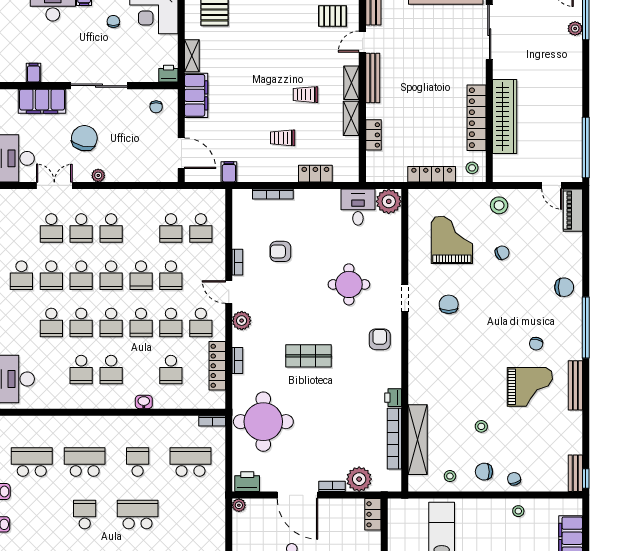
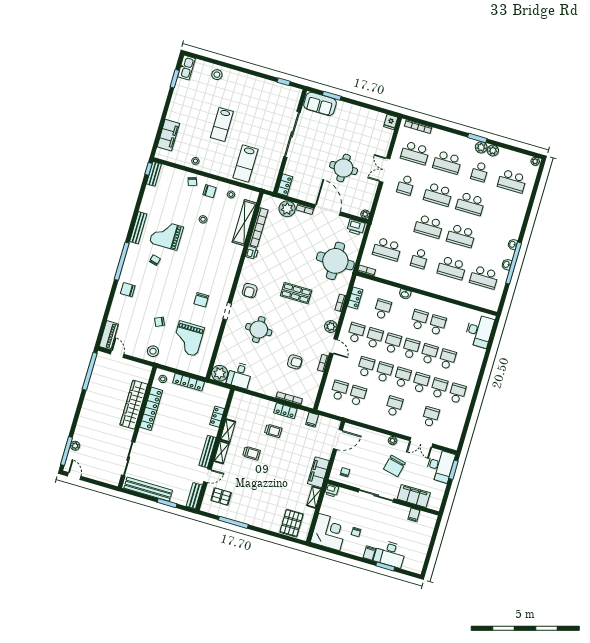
door: (181, 153) -> (338, 439), swing flipped
locker: (315, 174) -> (285, 411), moved
school desk: (81, 228) -> (412, 412), removed
locker: (217, 366) -> (355, 298), width x0.66
school desk: (85, 515) -> (461, 236), width x1.85

